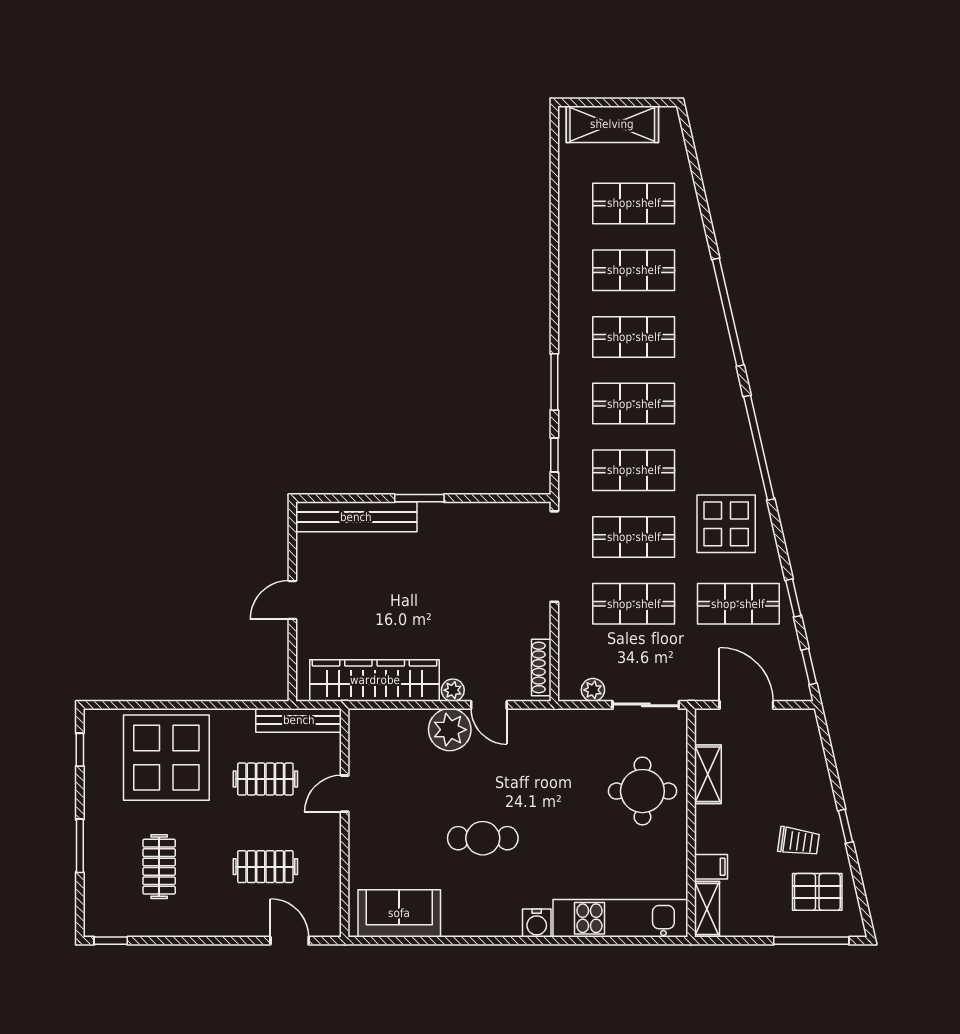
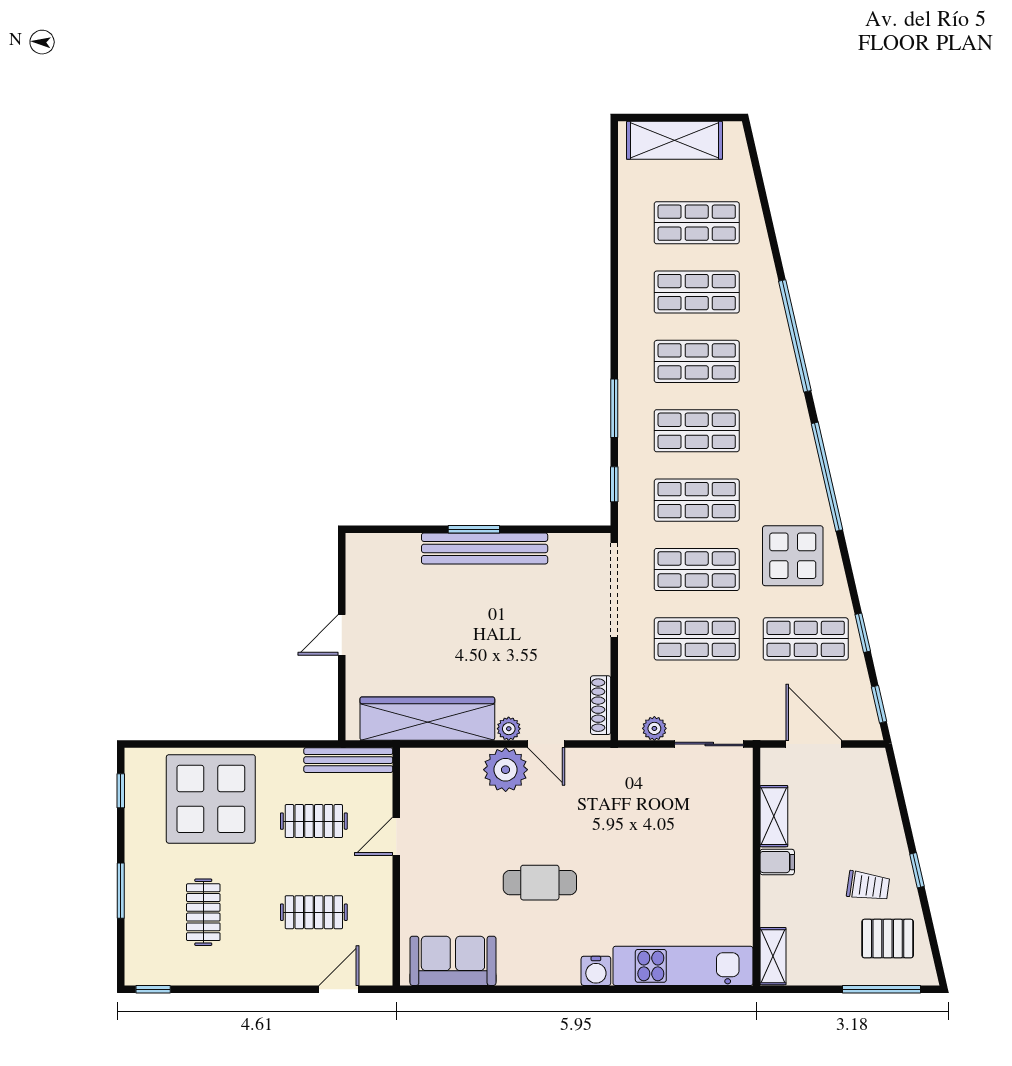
bench: (356, 517) -> (485, 548), moved
round table: (642, 791) -> (706, 834), removed
filing cabinet: (711, 867) -> (777, 862), moved
door: (290, 941) -> (339, 989), hinge flipped

